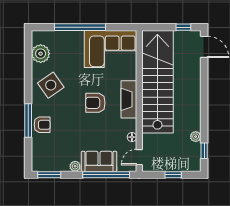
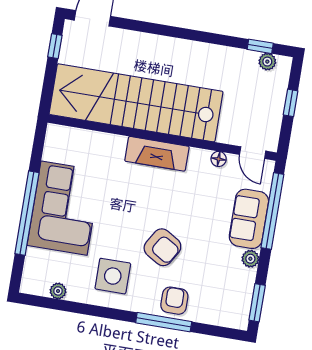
corner sofa: (110, 49) -> (64, 208), moved
plant: (41, 54) -> (58, 291), width x0.53, depth x0.53
side table: (51, 85) -> (113, 276), turned 35
armchair: (95, 103) -> (162, 247), moved, turned -59
plant: (196, 137) -> (267, 62), moved

